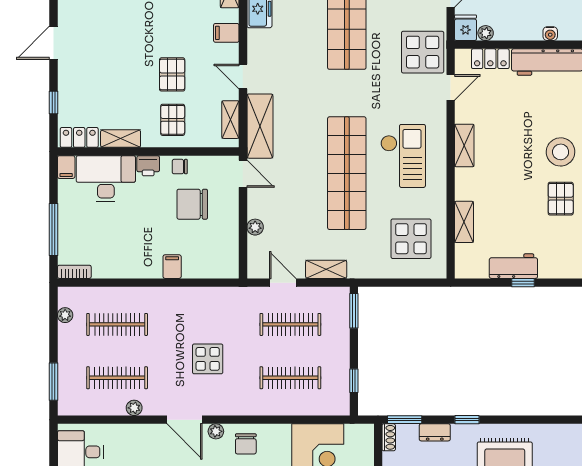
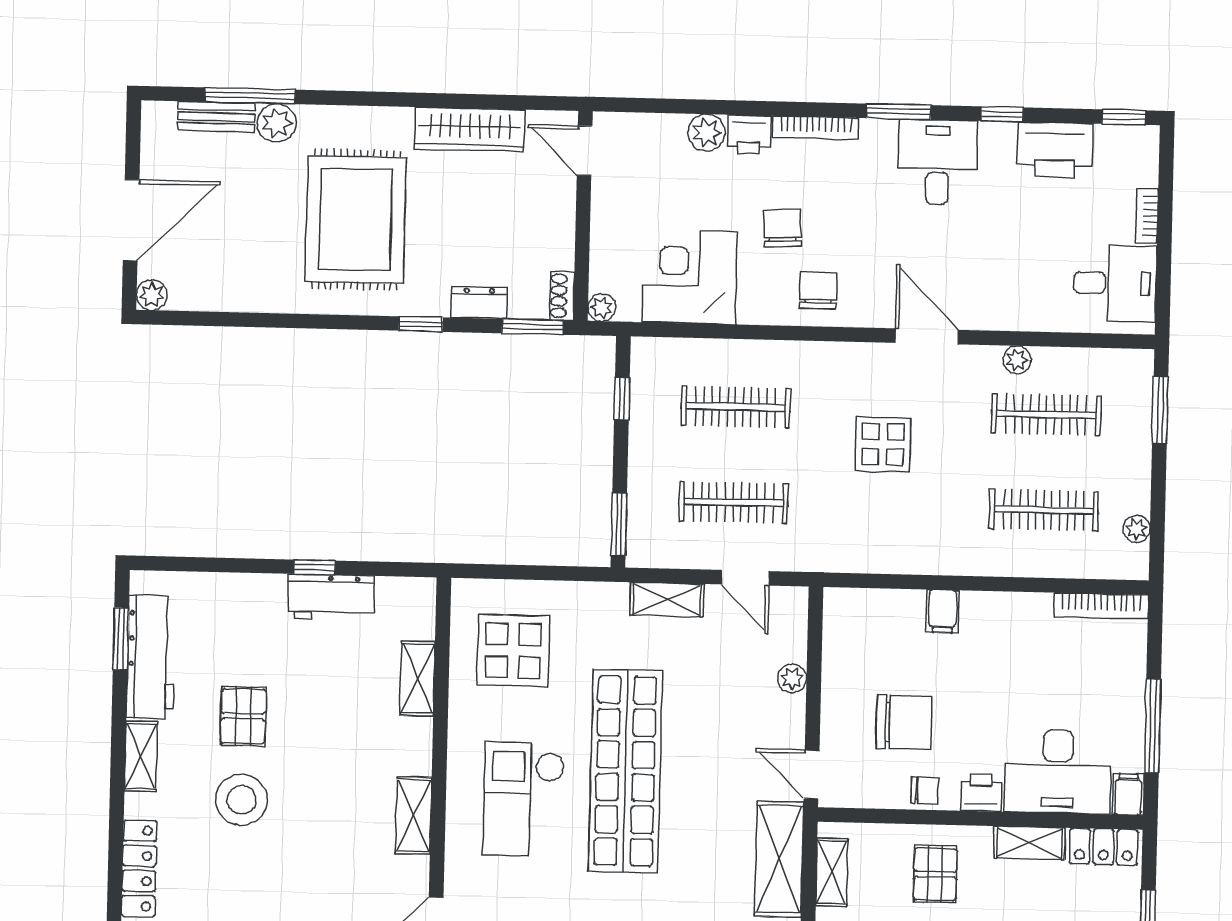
window: (54, 229) -> (1152, 726), moved
bookcase: (74, 272) -> (1101, 606), width x1.56
plant: (216, 431) -> (602, 307), moved

